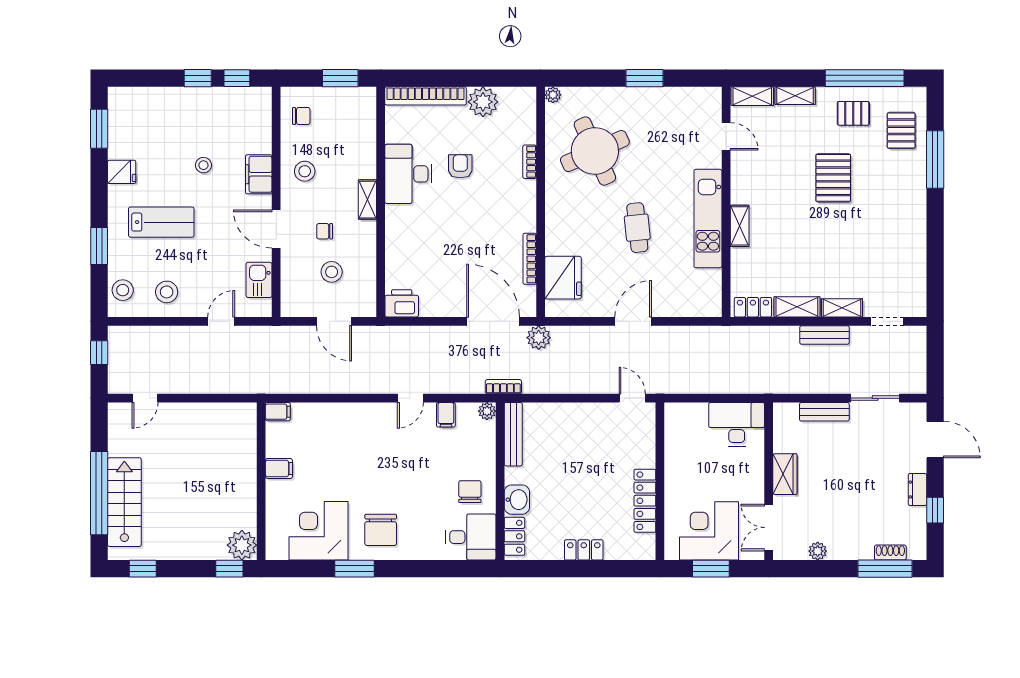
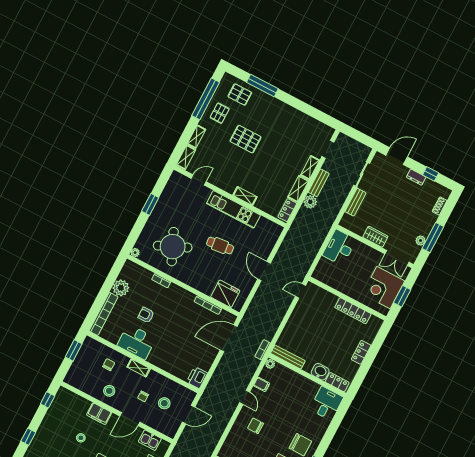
window: (198, 78) -> (28, 437), moved
chair: (301, 116) -> (109, 365), moved
plant: (539, 338) -> (310, 202), moved
chair: (470, 492) -> (255, 426), moved
window: (885, 569) -> (433, 238), moved

